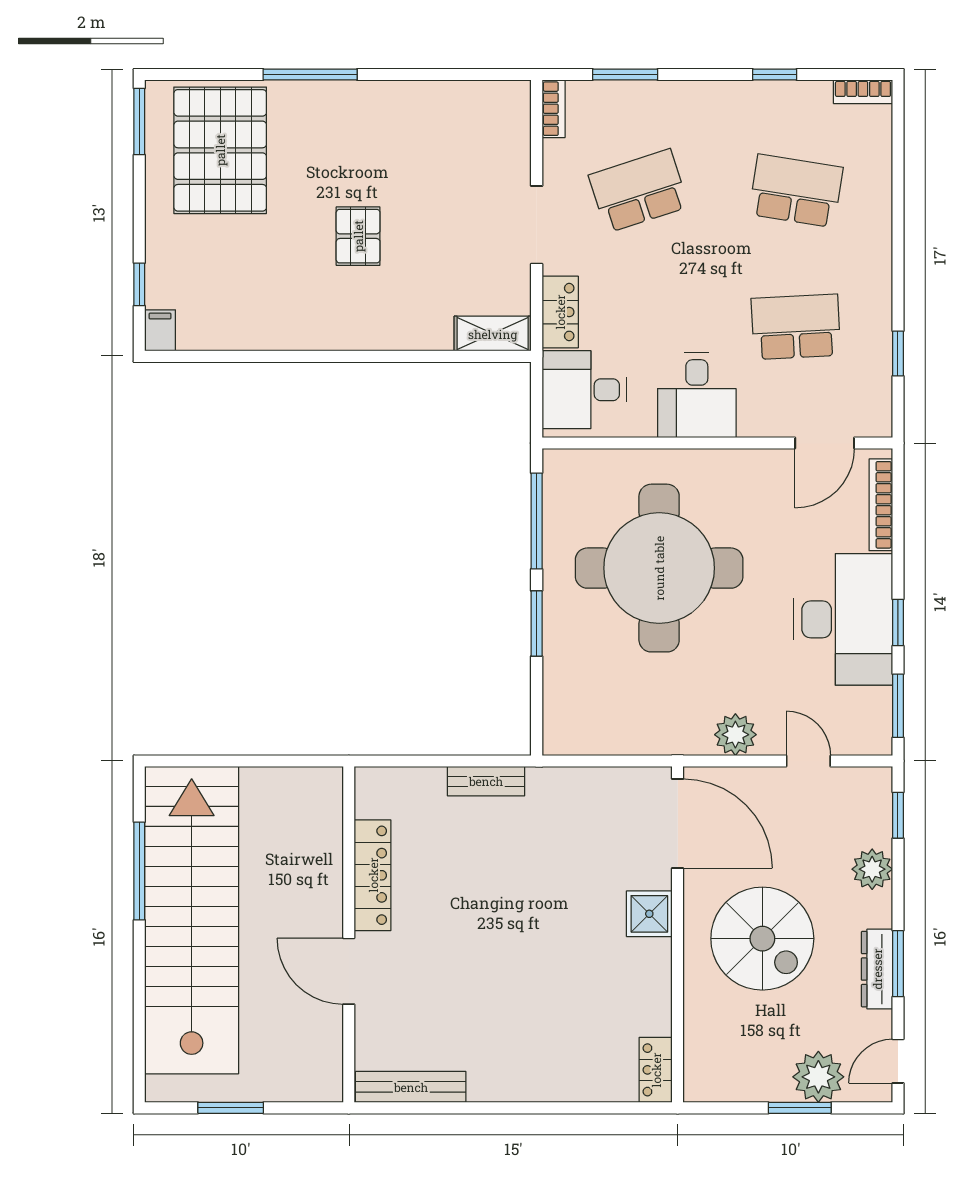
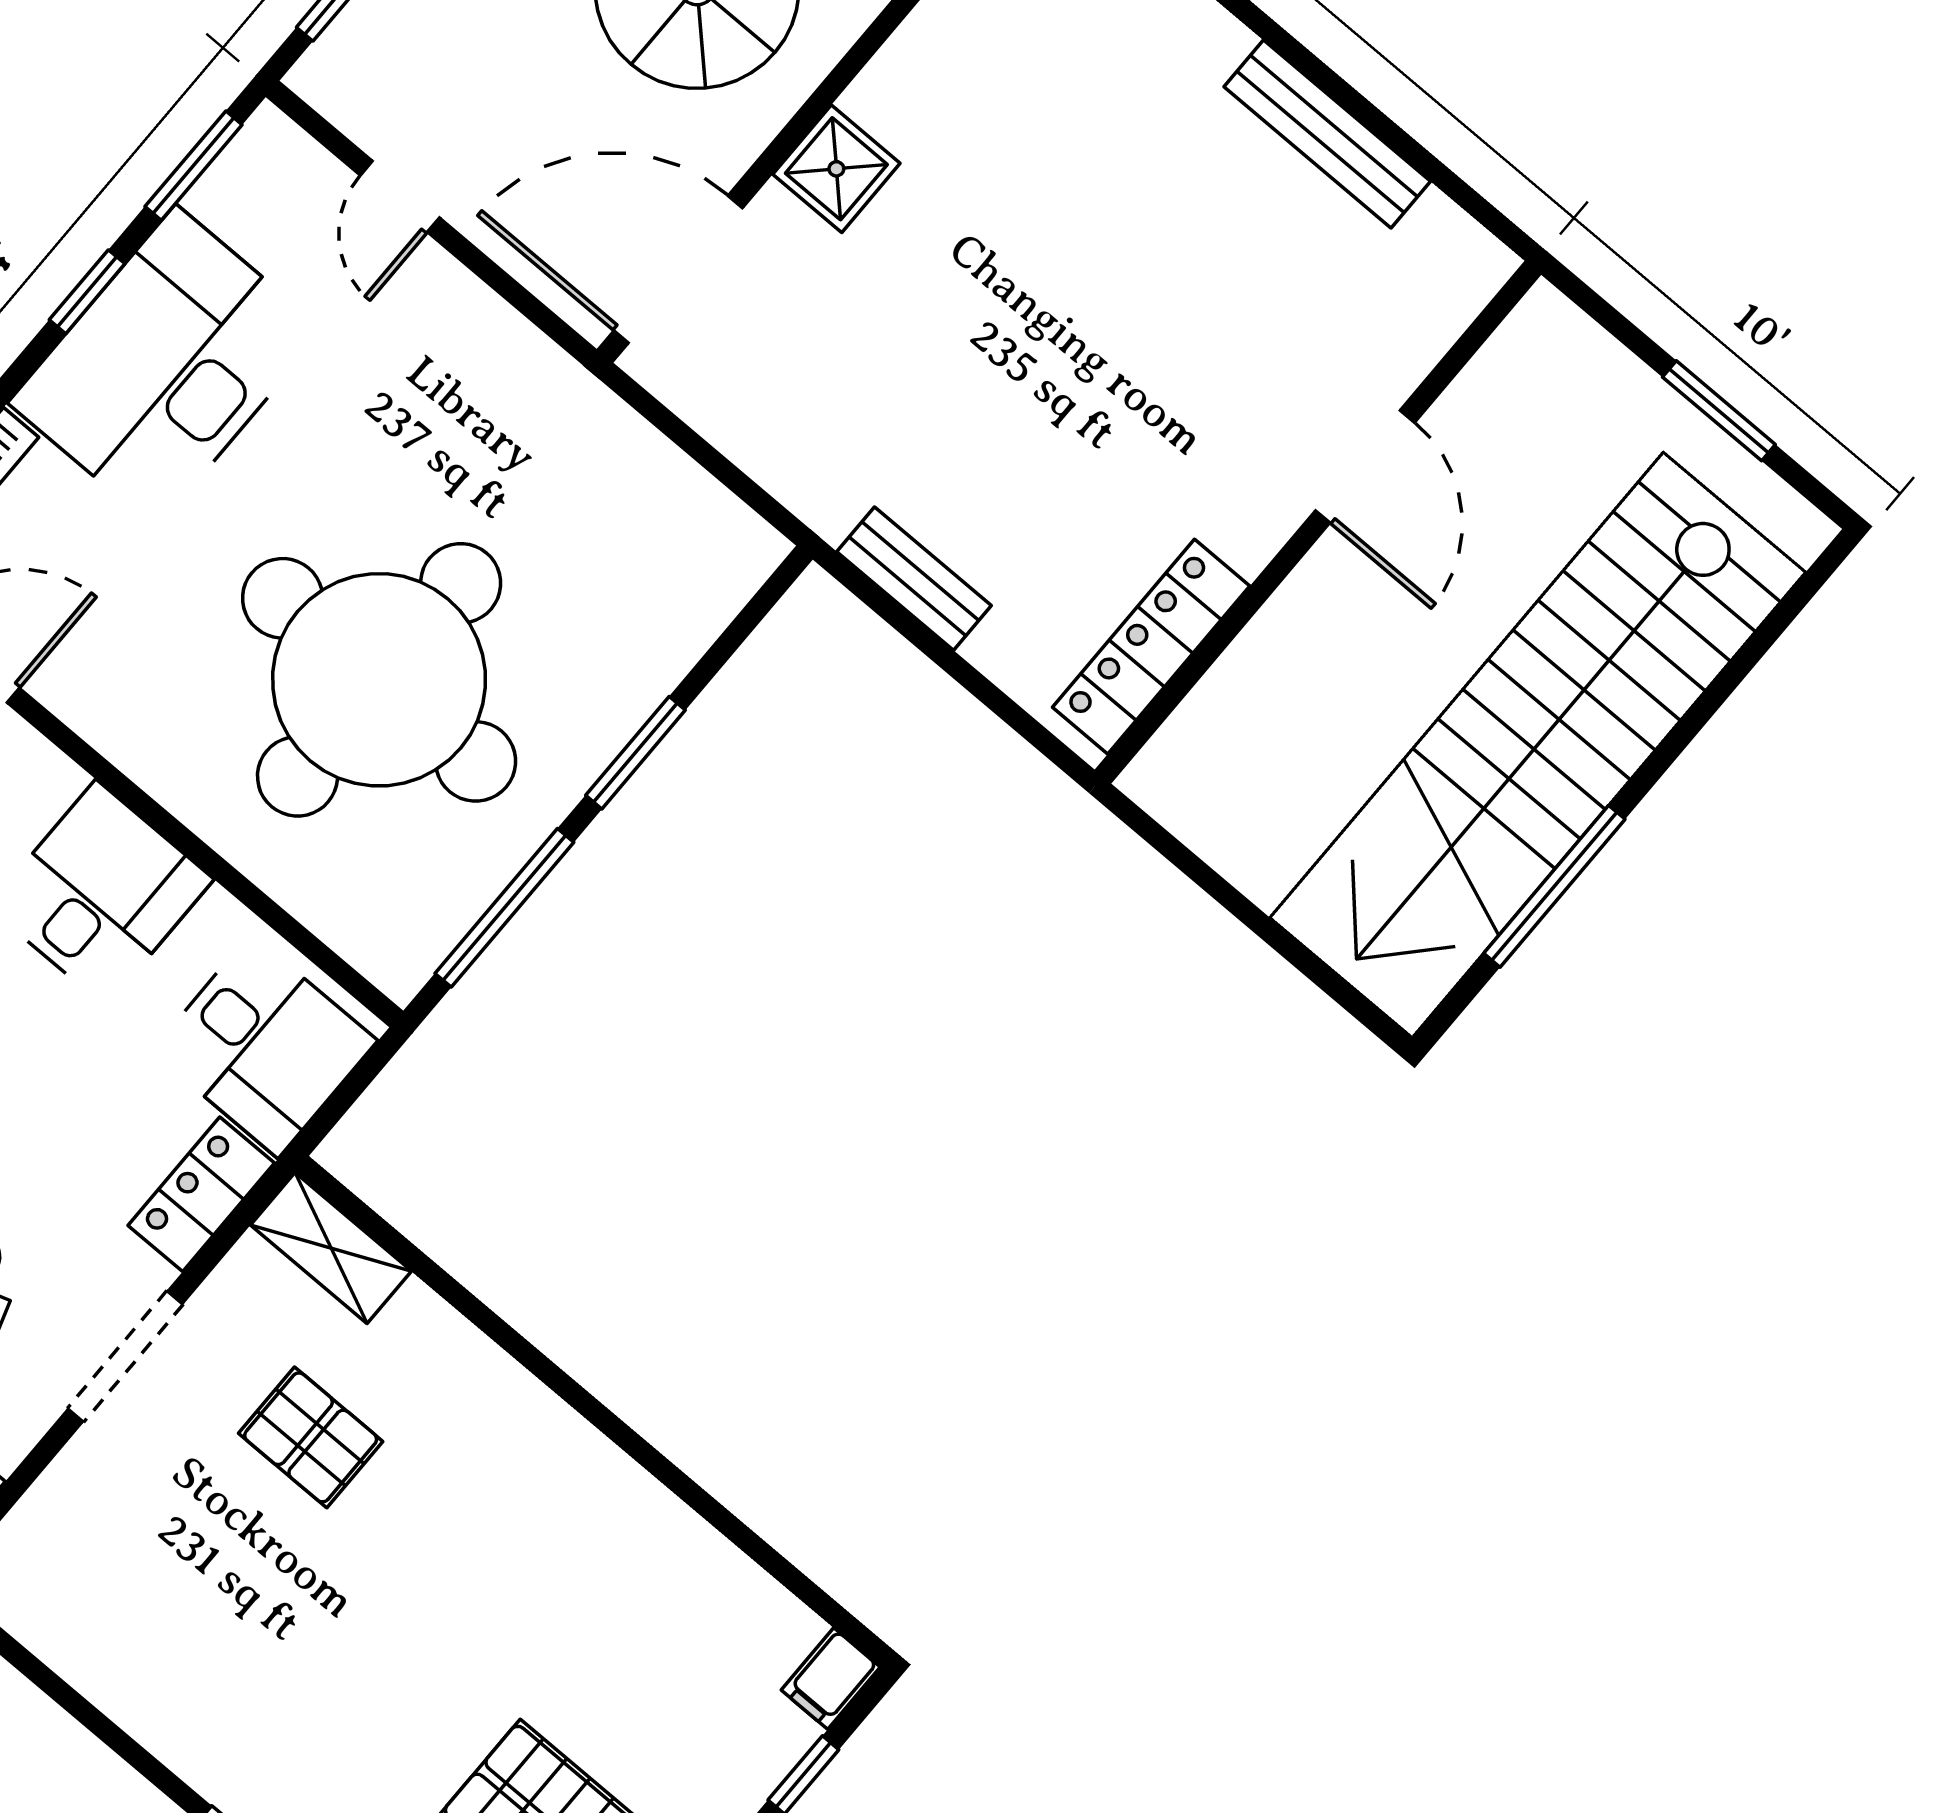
pallet: (358, 236) -> (311, 1437), moved, turned 90
plant: (735, 735) -> (477, 330), removed
door: (678, 824) -> (678, 269), hinge flipped
locker: (373, 875) -> (1151, 647), moved
bench: (411, 1087) -> (1327, 134), moved

